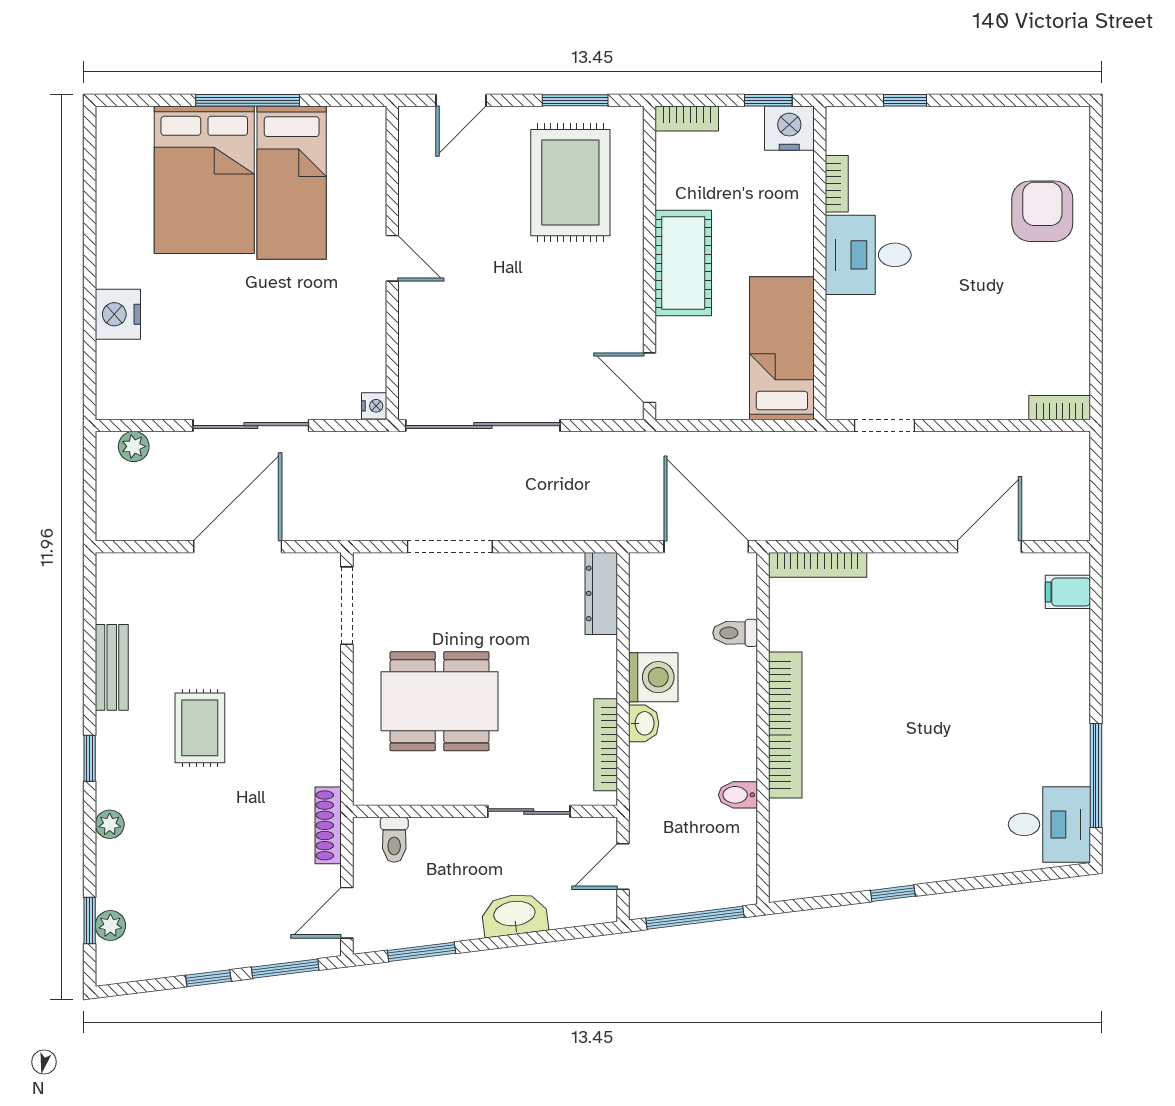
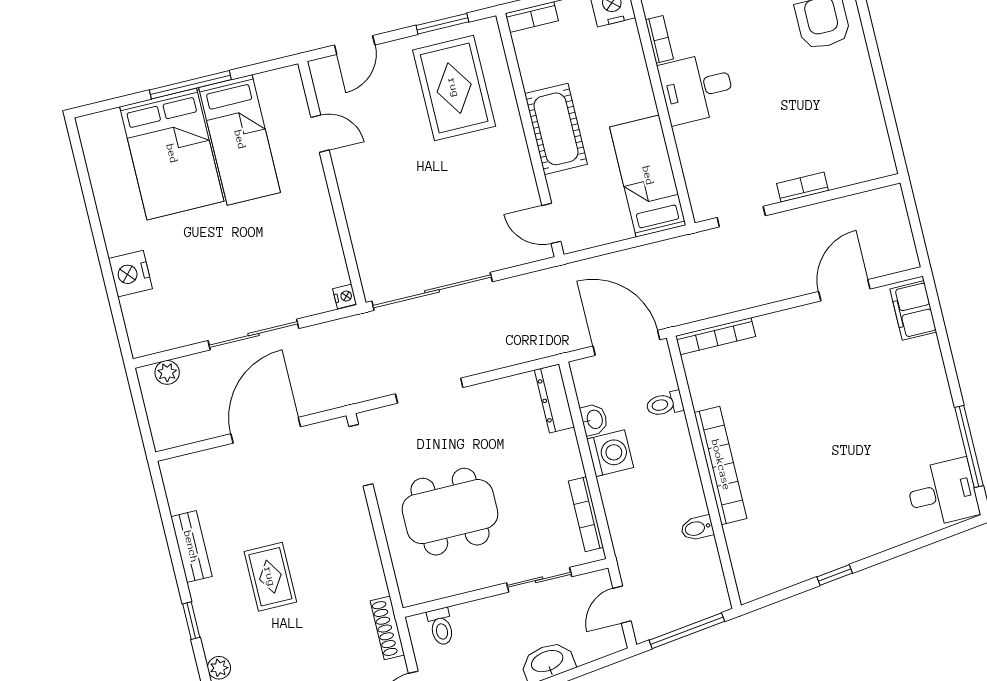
door: (392, 258) -> (320, 134), moved
bookcase: (1060, 408) -> (803, 187), moved
filing cabinet: (1068, 592) -> (913, 310), width x2.00
washbasin: (644, 723) -> (594, 420), moved

